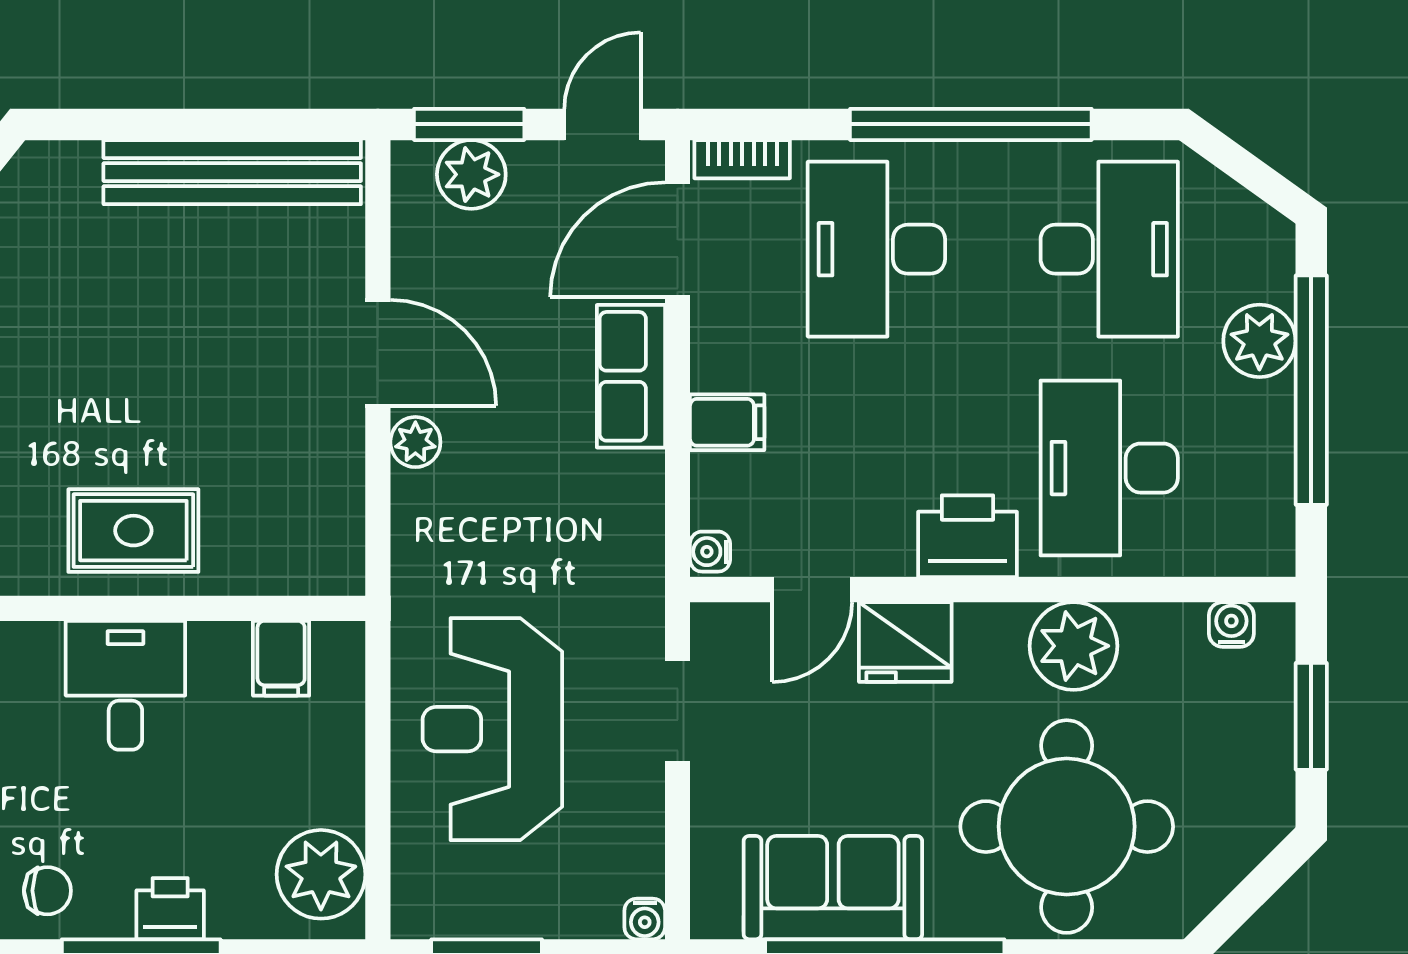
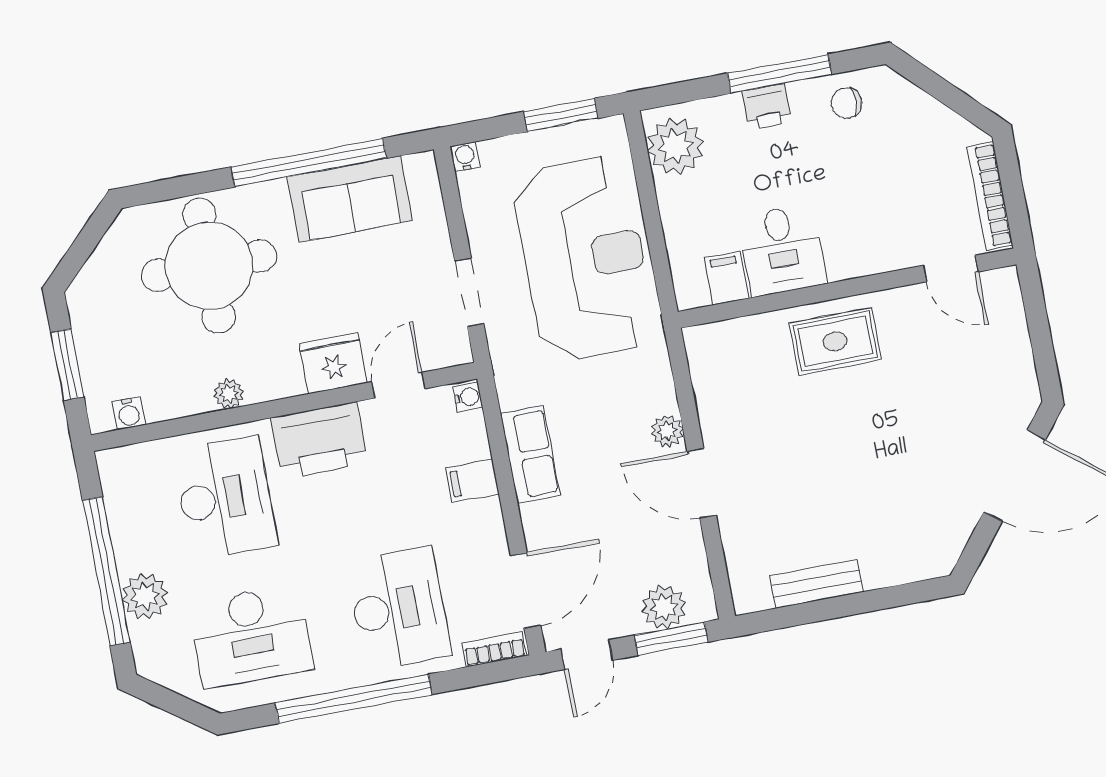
bench: (232, 172) -> (816, 584), width x0.54, depth x0.82
desk: (1109, 249) -> (251, 636), turned -90
row of seats: (631, 376) -> (530, 455), moved
printer: (968, 536) -> (319, 440), width x1.37, depth x1.19
plant: (1074, 646) -> (229, 394), width x0.53, depth x0.53
desk: (125, 685) -> (782, 250), moved
reception desk: (492, 729) -> (584, 259), width x1.36, depth x1.30

